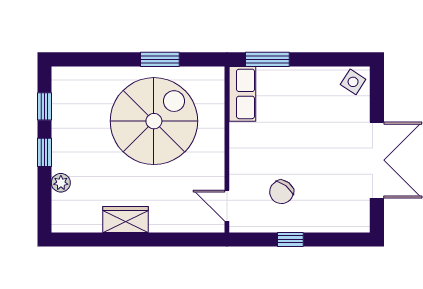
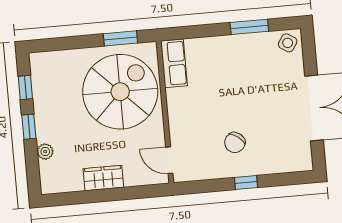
window: (267, 59) -> (249, 27), moved
row of seats: (242, 94) -> (174, 63), moved
wall: (227, 149) -> (165, 112), moved
door: (227, 206) -> (169, 160), moved

